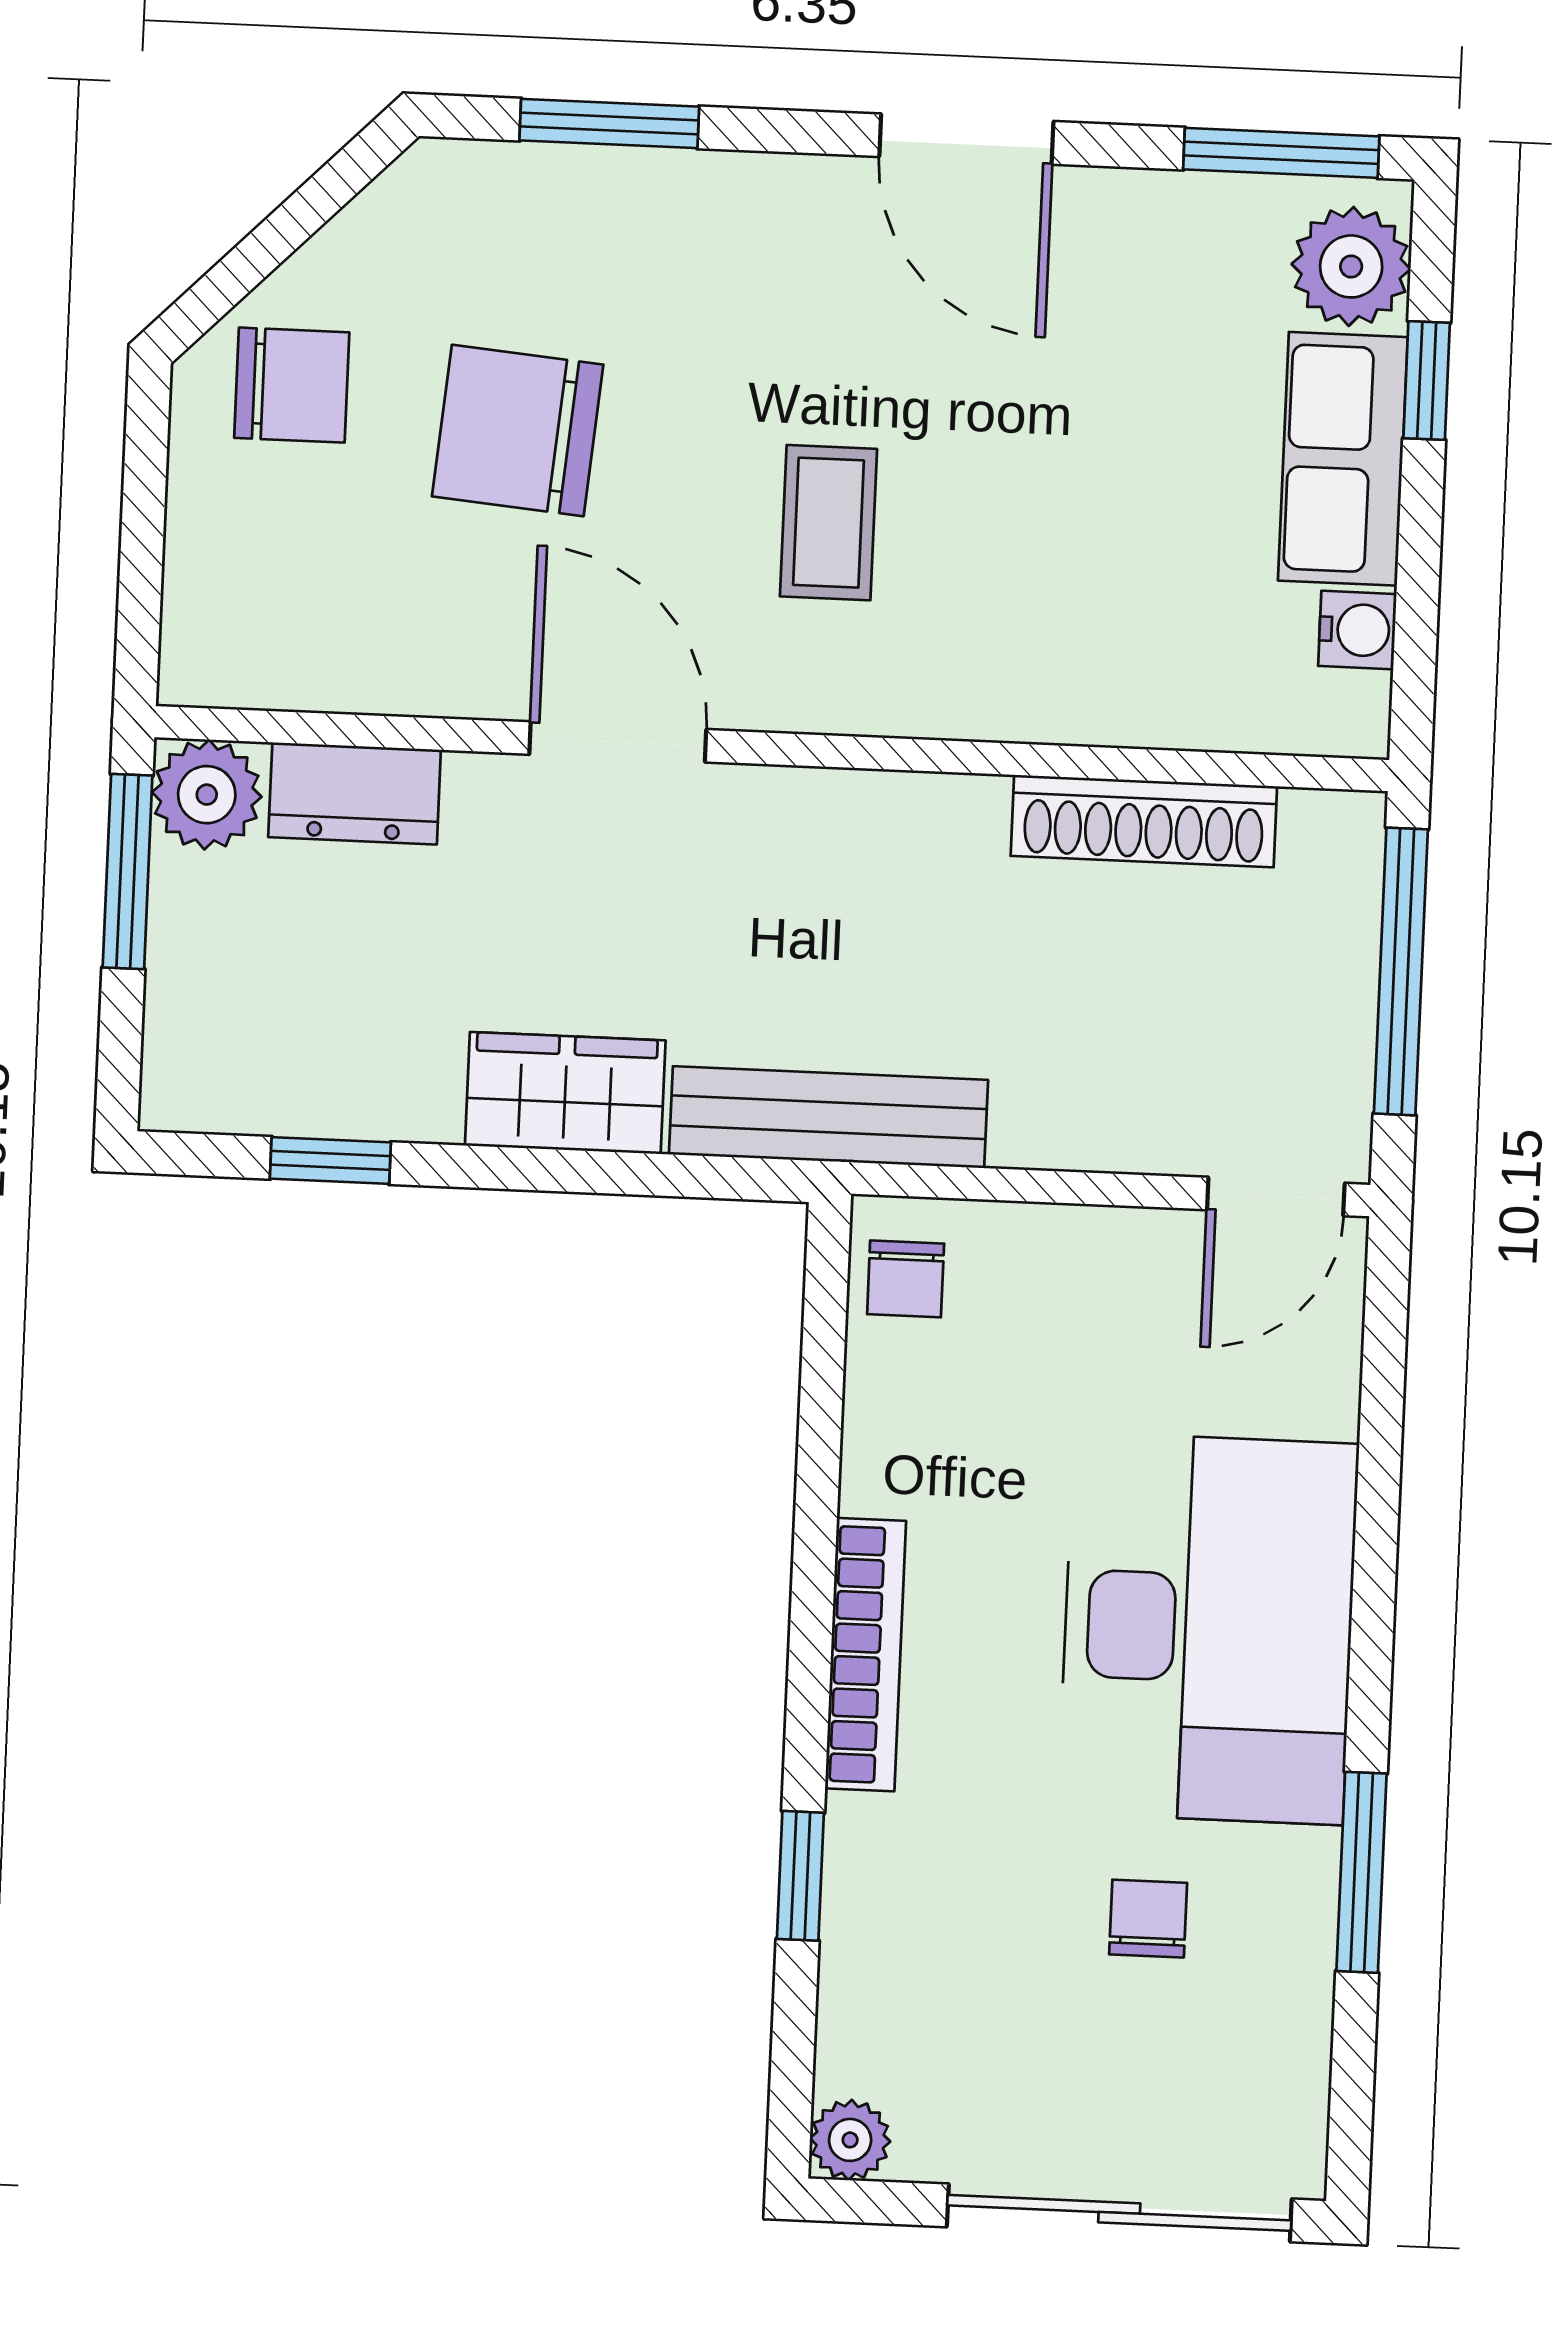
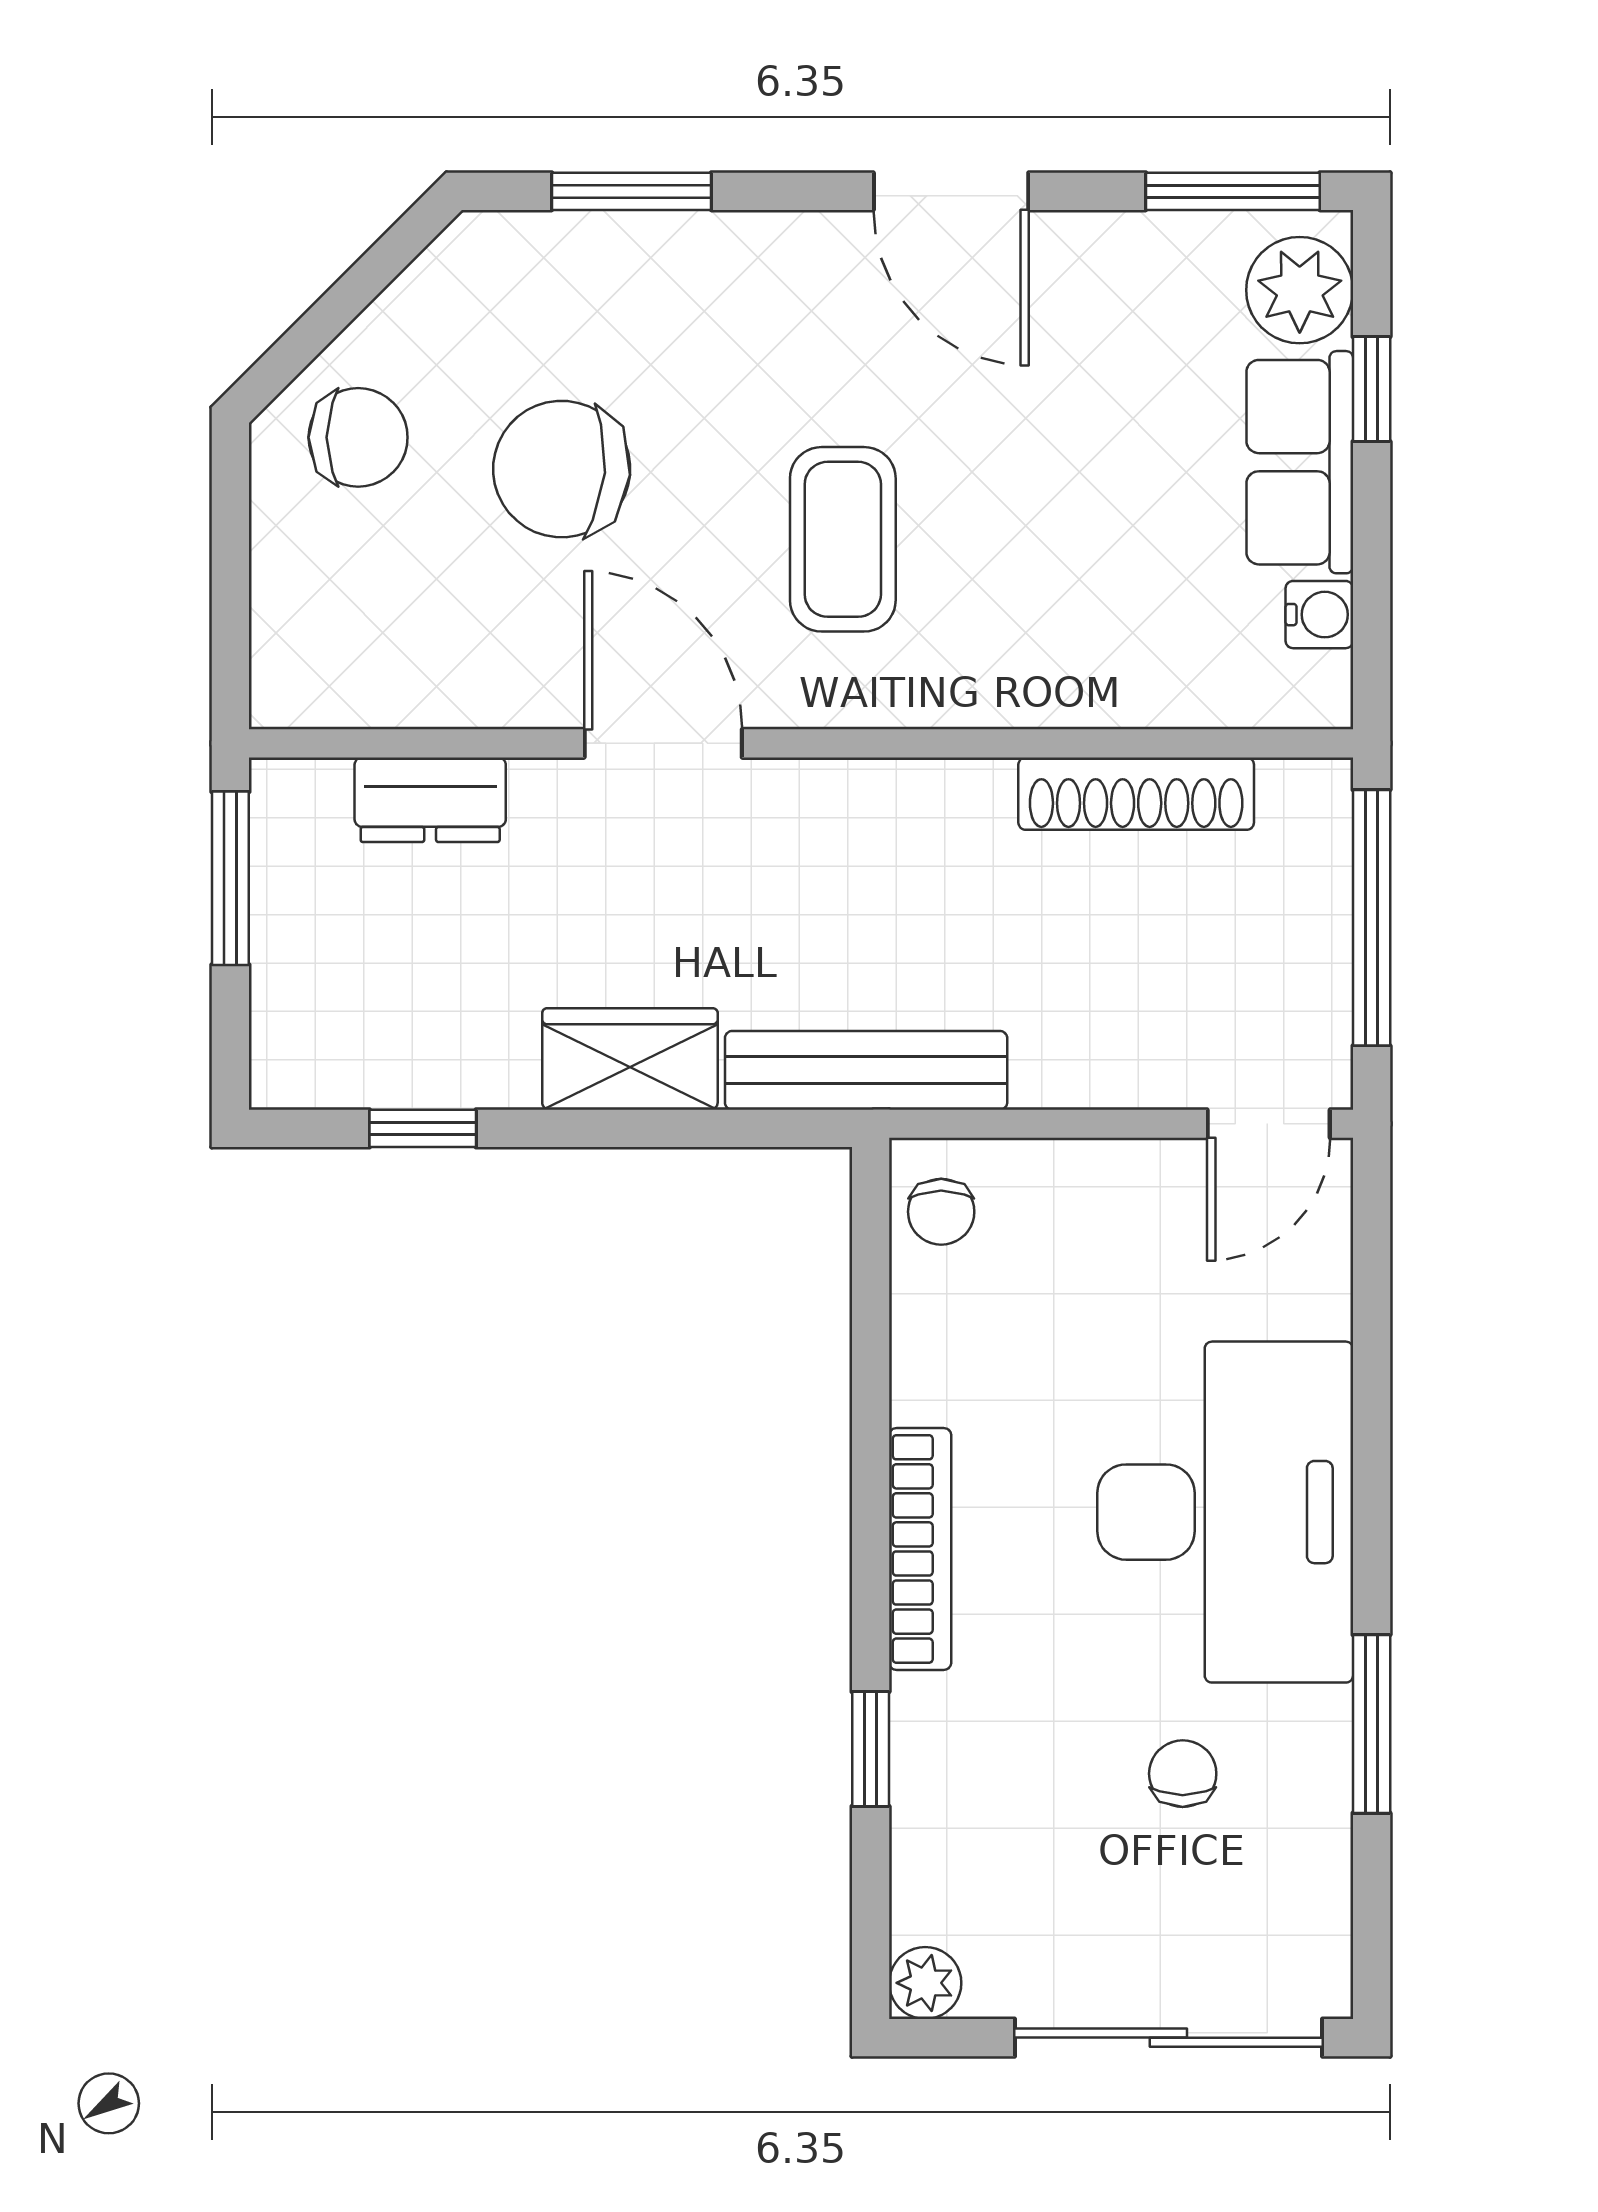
coffee table: (828, 523) -> (843, 539), width x1.36, depth x1.30
plant: (207, 795) -> (298, 806), removed

